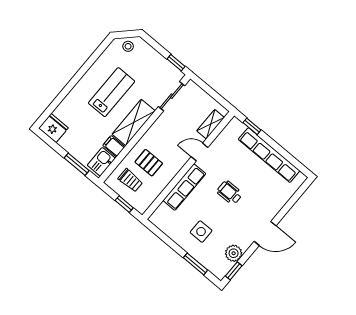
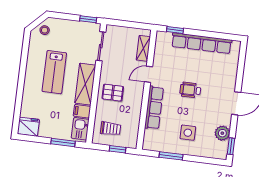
lab bench: (112, 92) -> (54, 72), turned 180
pallet: (149, 163) -> (113, 93), moved
window: (195, 264) -> (171, 156), moved

